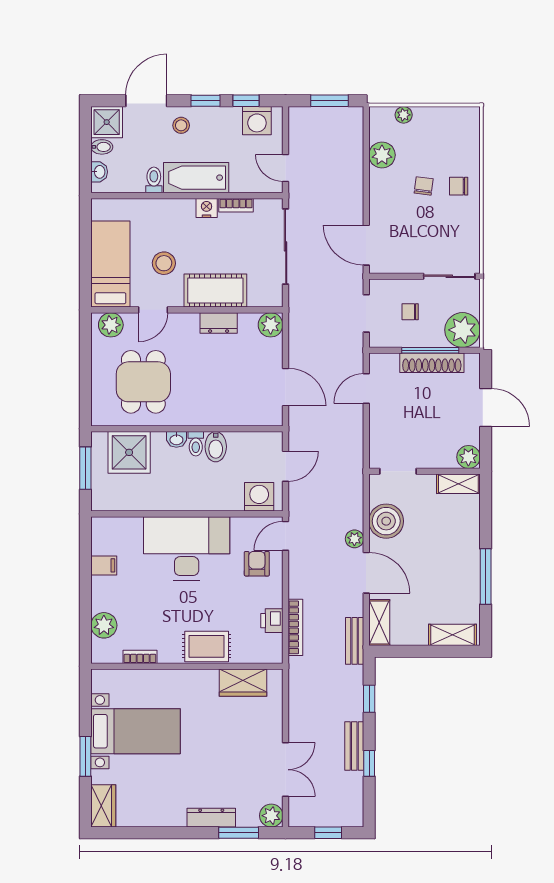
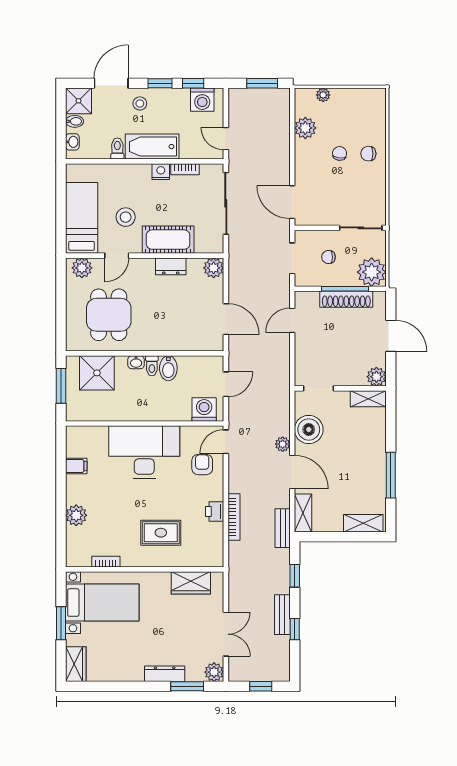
bookcase: (140, 657) -> (106, 562), moved
wall: (187, 666) -> (145, 569), moved
wardrobe: (243, 683) -> (191, 583), moved

